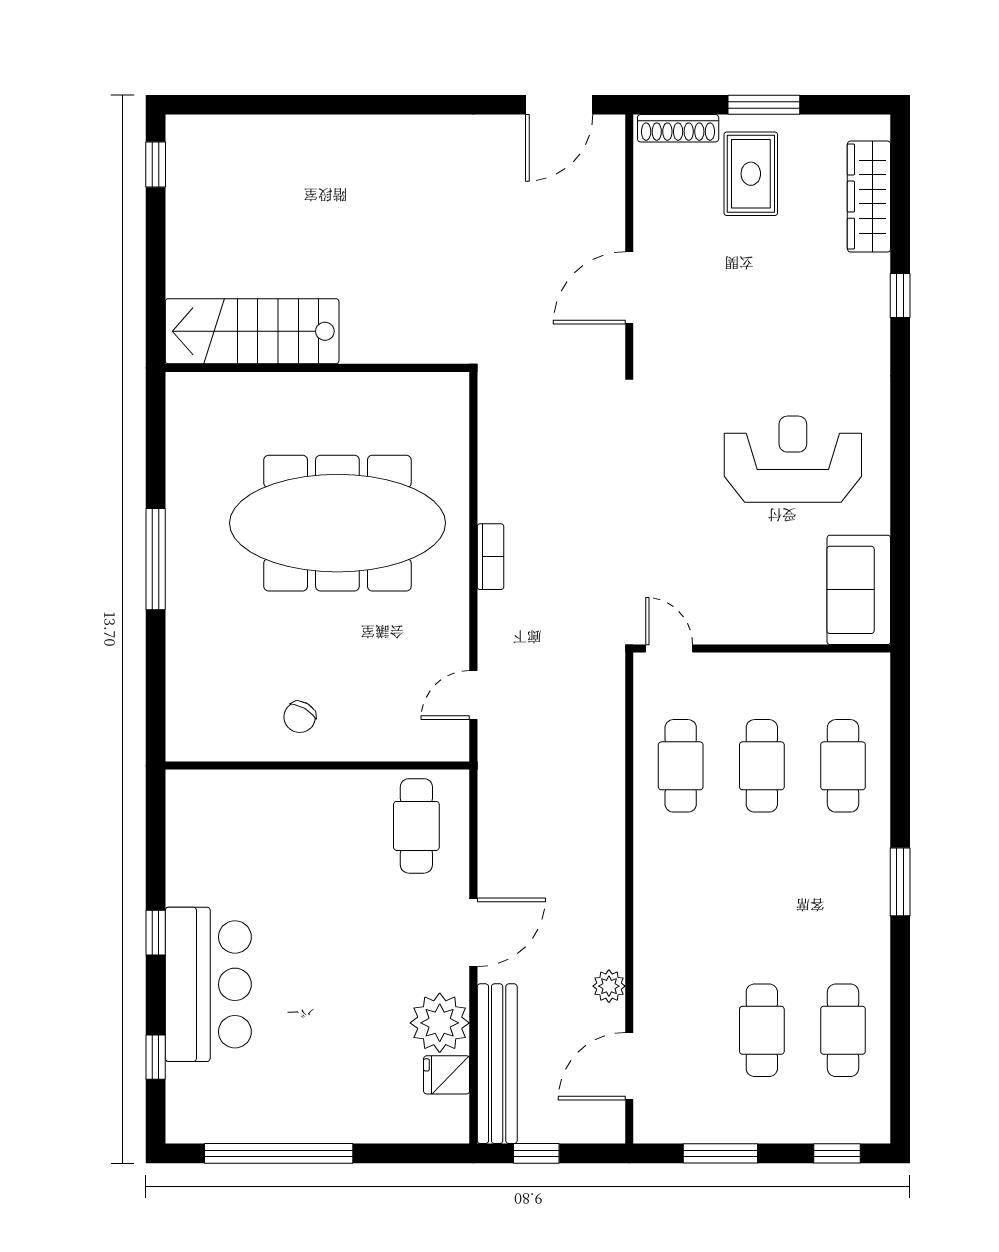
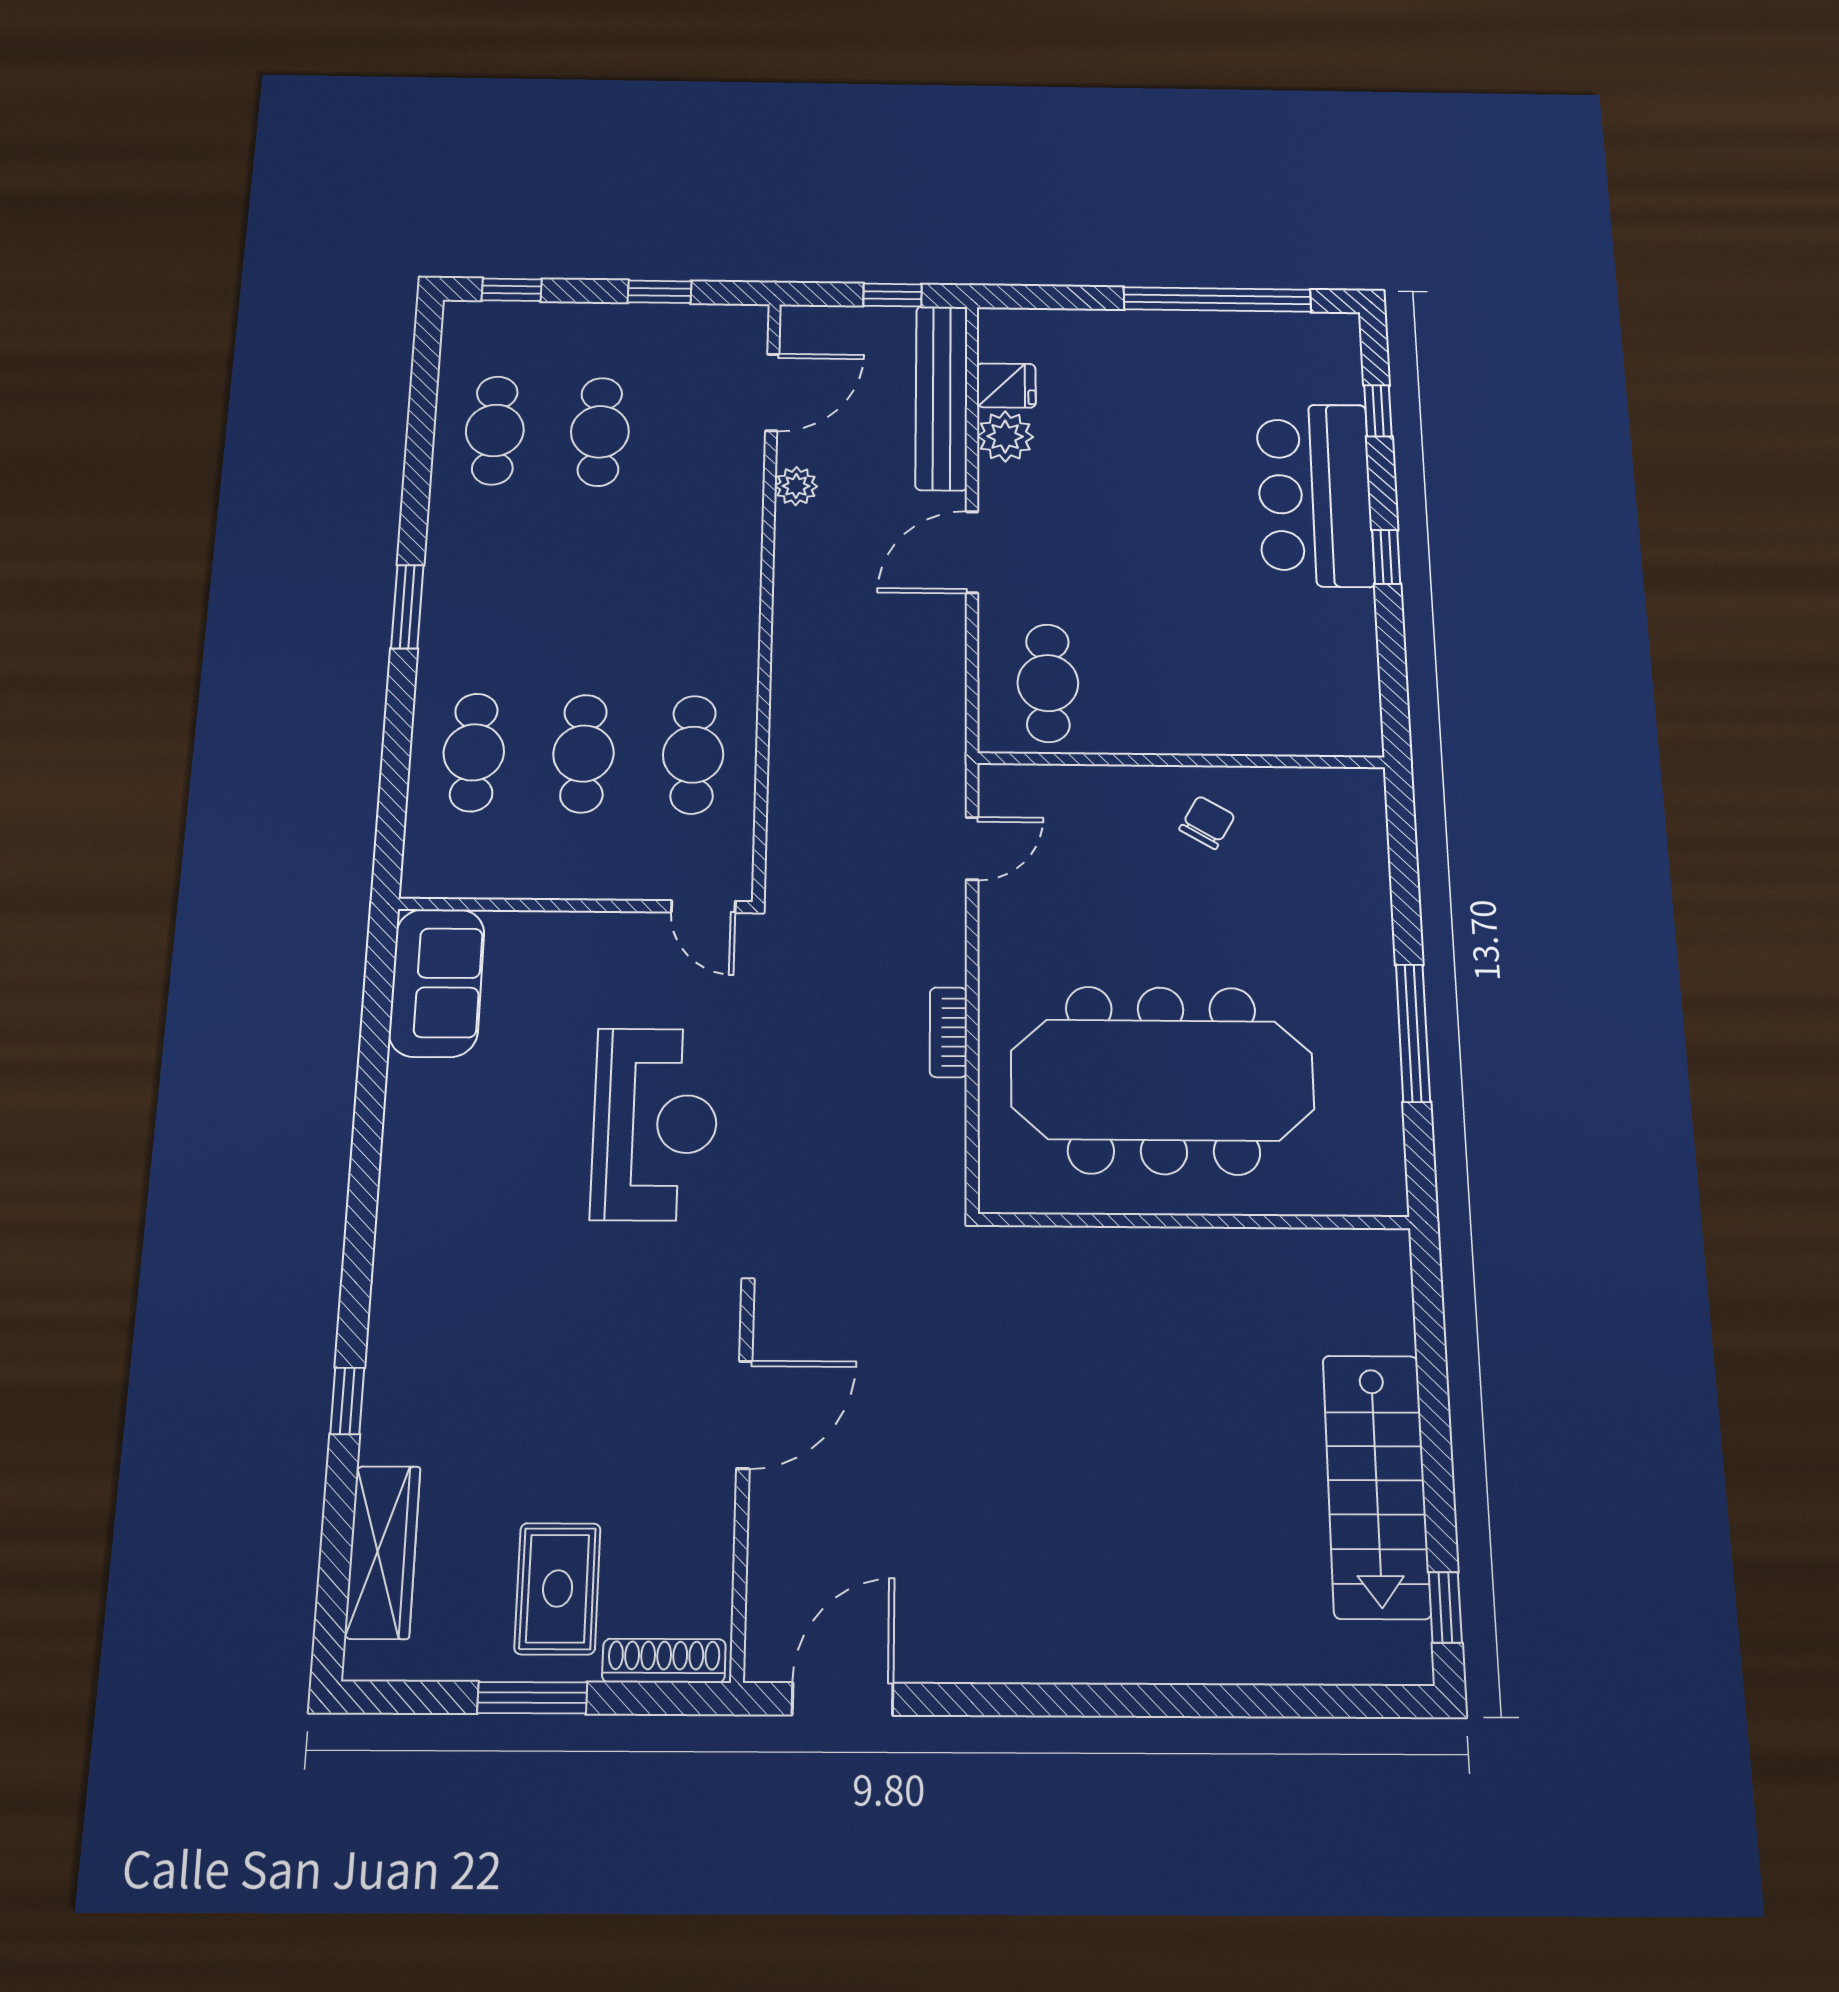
stairs: (252, 331) -> (1376, 1486), moved, turned 90
wall: (317, 368) -> (1194, 1221), moved
reception desk: (793, 459) -> (655, 1124), moved, turned -90
plant: (440, 1023) -> (1005, 436), width x0.73, depth x0.73
window: (720, 1153) -> (660, 292), width x0.67

